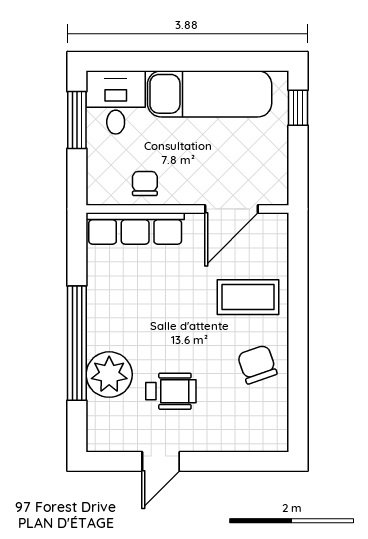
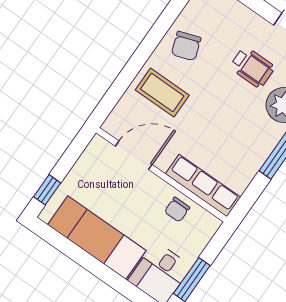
wheelchair: (171, 391) -> (252, 67), turned 180

